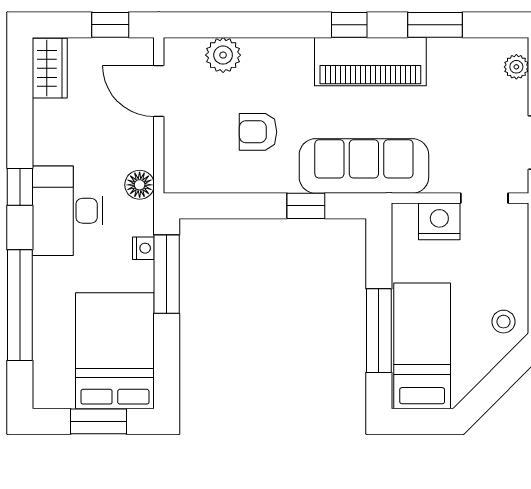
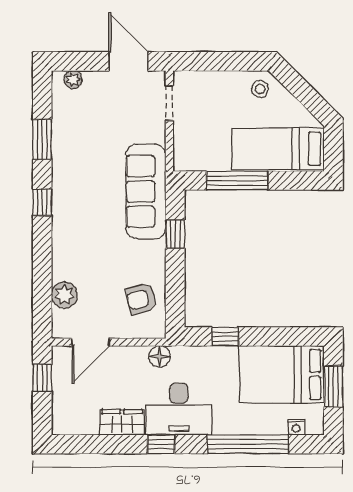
piano: (370, 62) -> (69, 187), removed
wardrobe: (50, 68) -> (122, 422), moved
armchair: (258, 132) -> (142, 299), moved, turned 75
nightstand: (439, 221) -> (186, 136), removed
nightstand: (143, 248) -> (296, 427), moved, turned 180
window: (167, 274) -> (225, 336), width x0.46
window: (379, 331) -> (237, 181), moved

